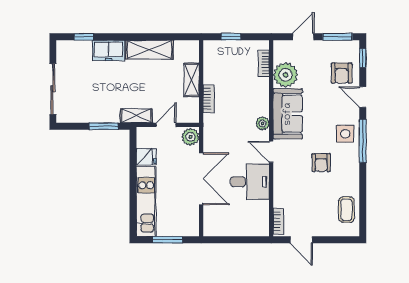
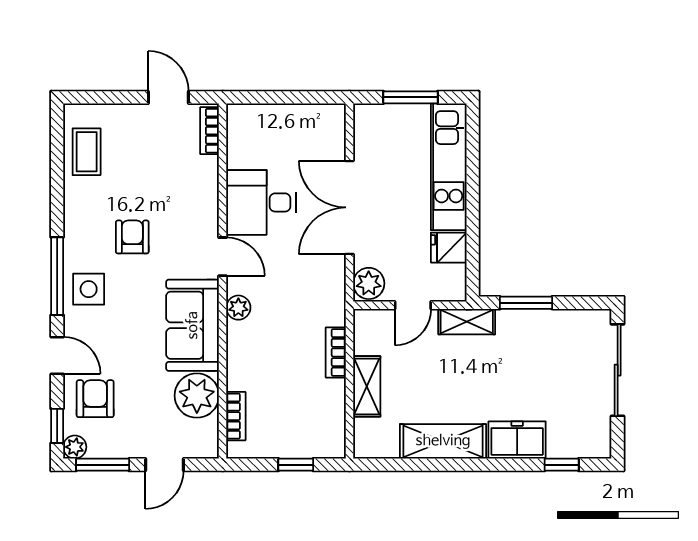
plant: (353, 46) -> (75, 447), added

